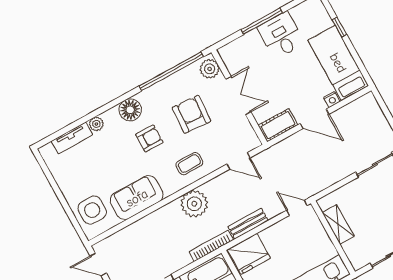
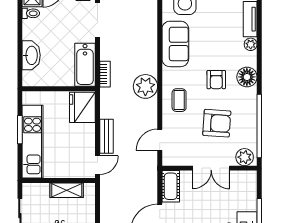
bench: (248, 224) -> (106, 136), moved
bookcase: (211, 246) -> (105, 74), width x0.64

